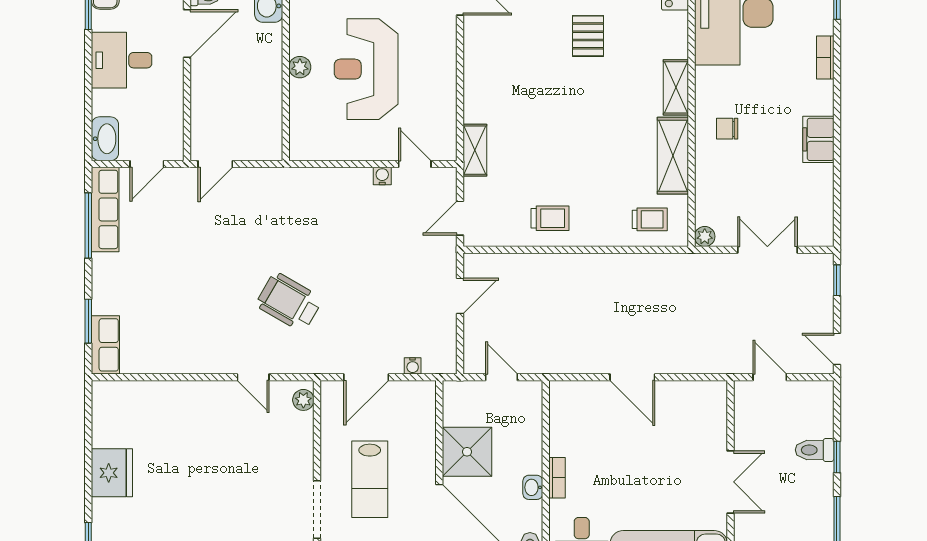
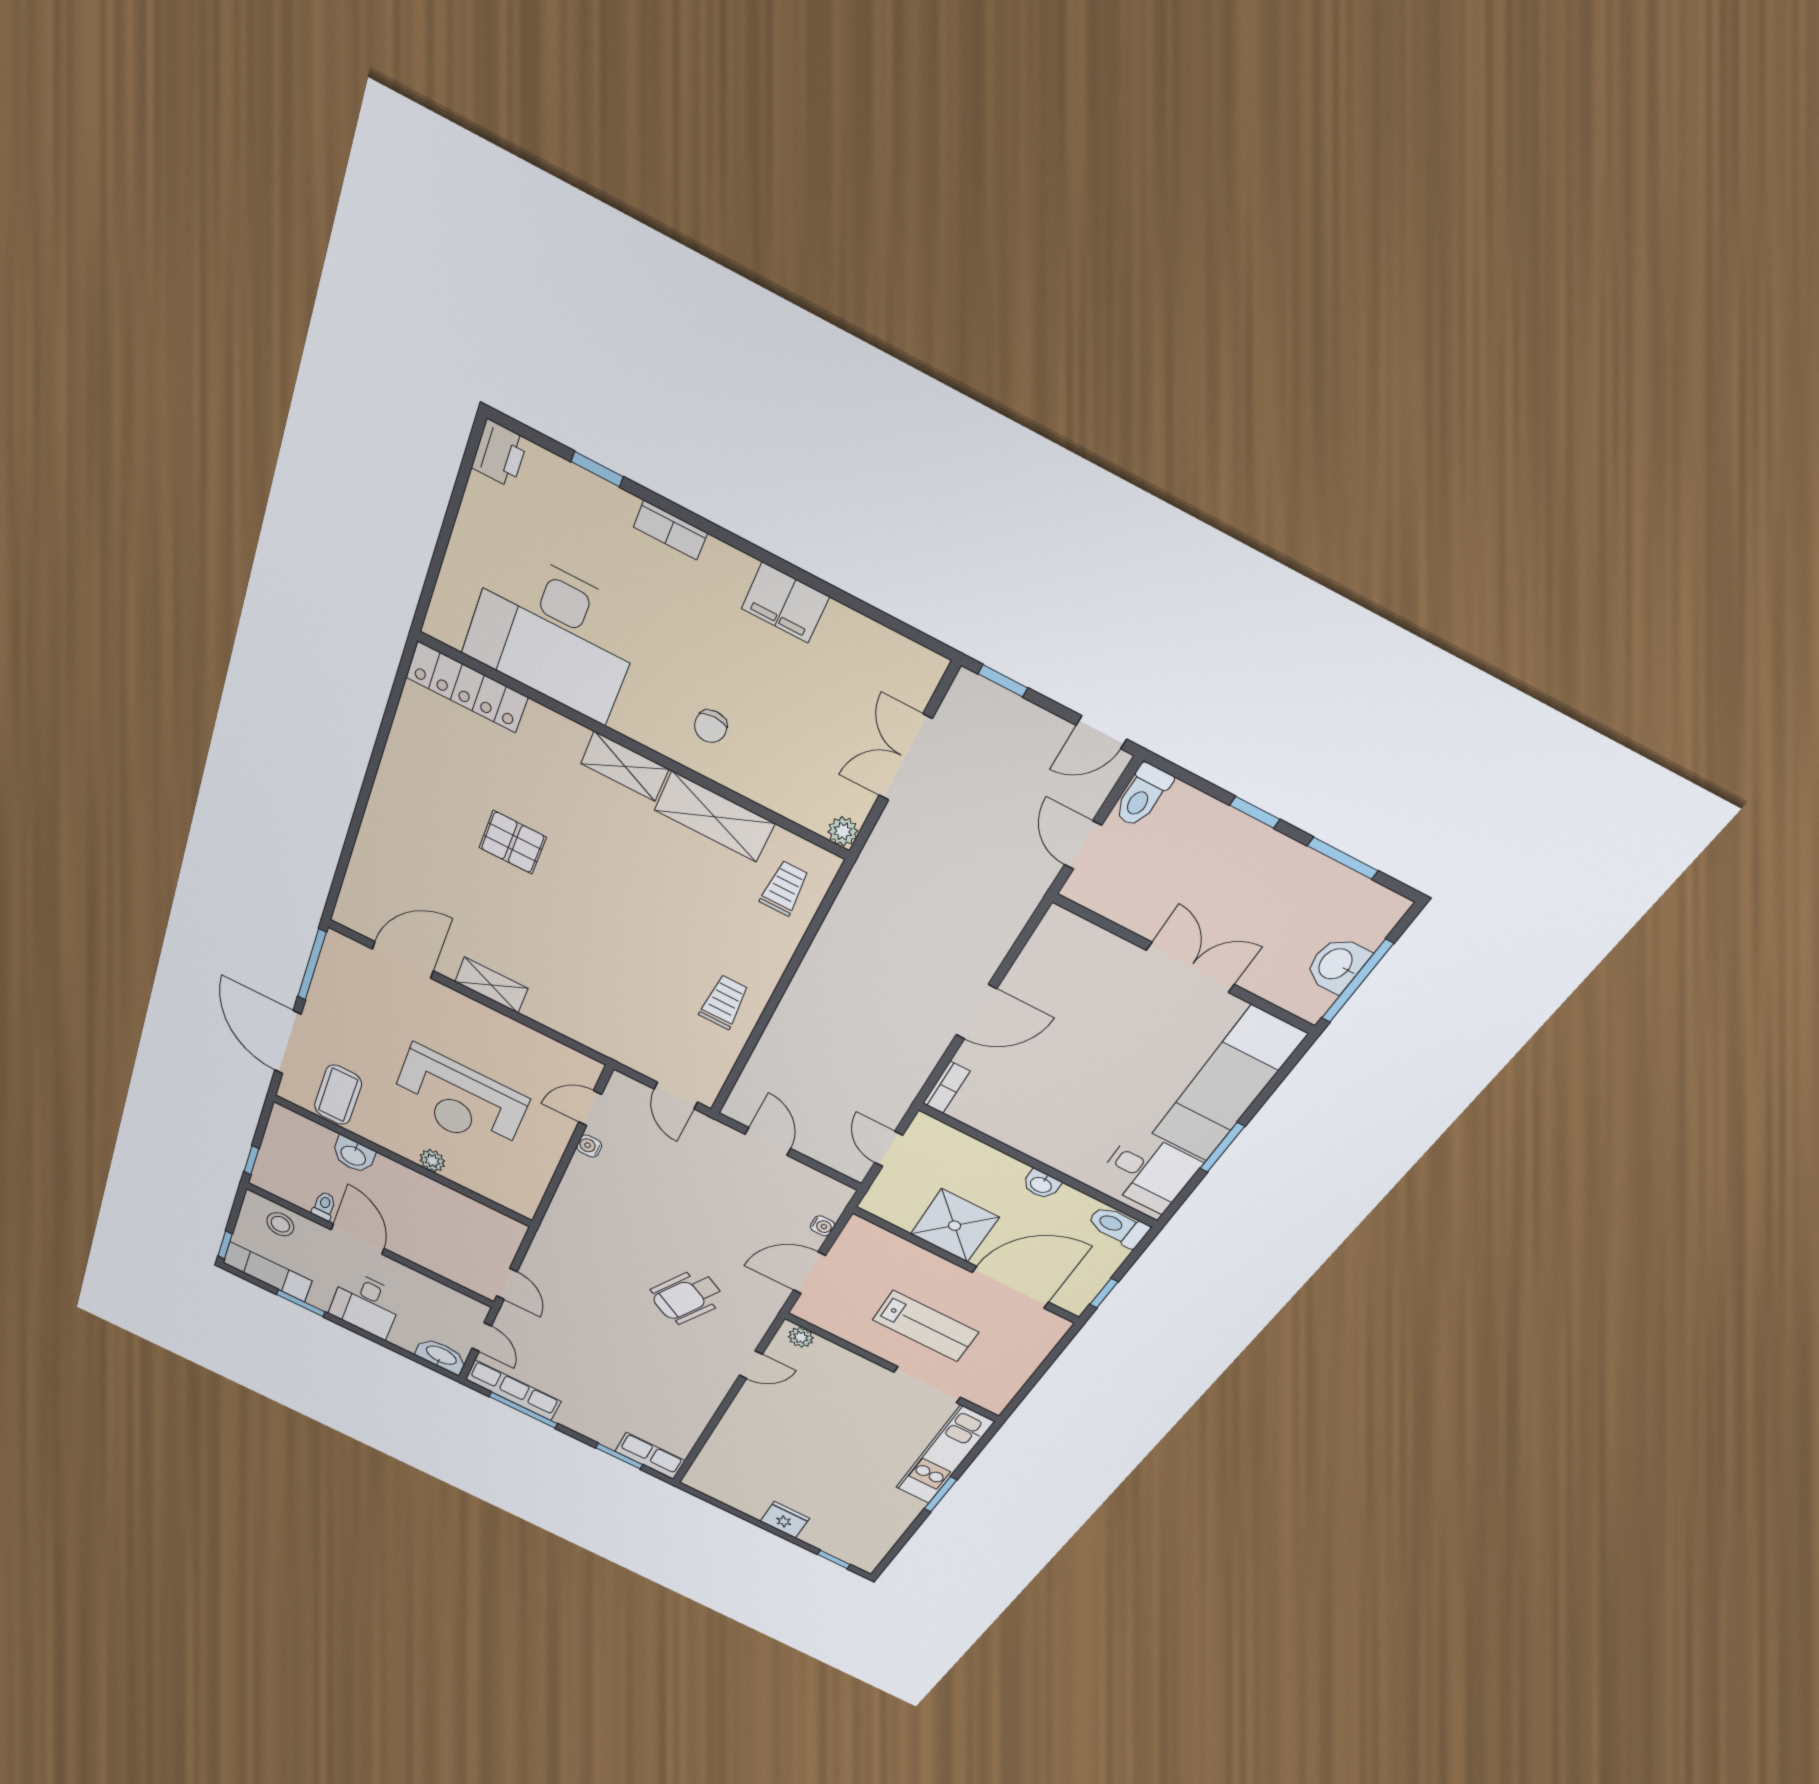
shelving: (475, 150) -> (491, 985), moved
door: (366, 377) -> (809, 1273), swing flipped
door: (502, 377) -> (889, 1149), hinge flipped
door: (770, 377) -> (1083, 845), hinge flipped
toilet: (815, 450) -> (1142, 796), moved
fridge: (112, 473) -> (785, 1520), width x0.73, depth x0.75
bookcase: (557, 478) -> (946, 1087), moved, turned 90

